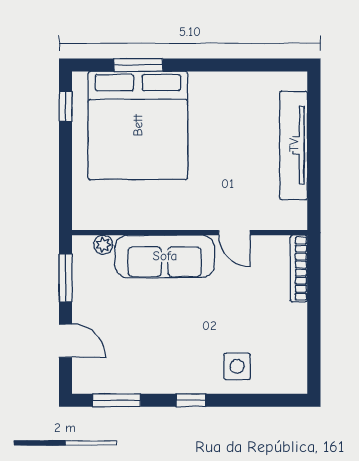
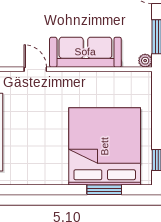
plant: (103, 245) -> (145, 61), moved

